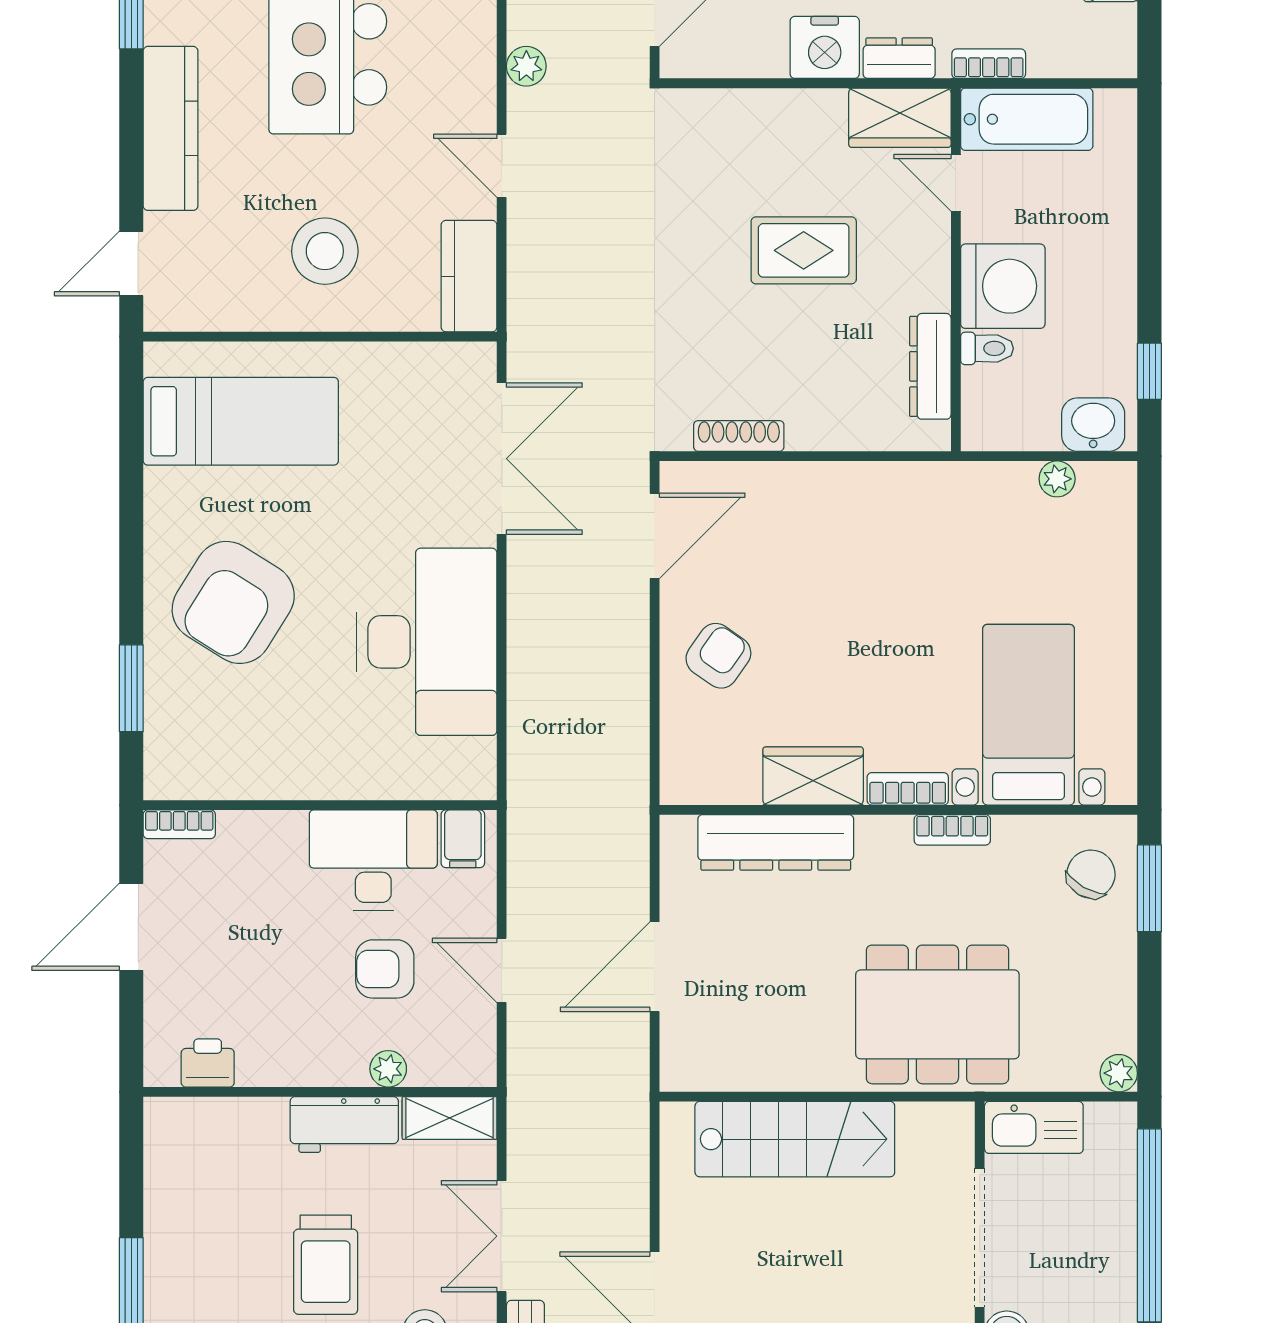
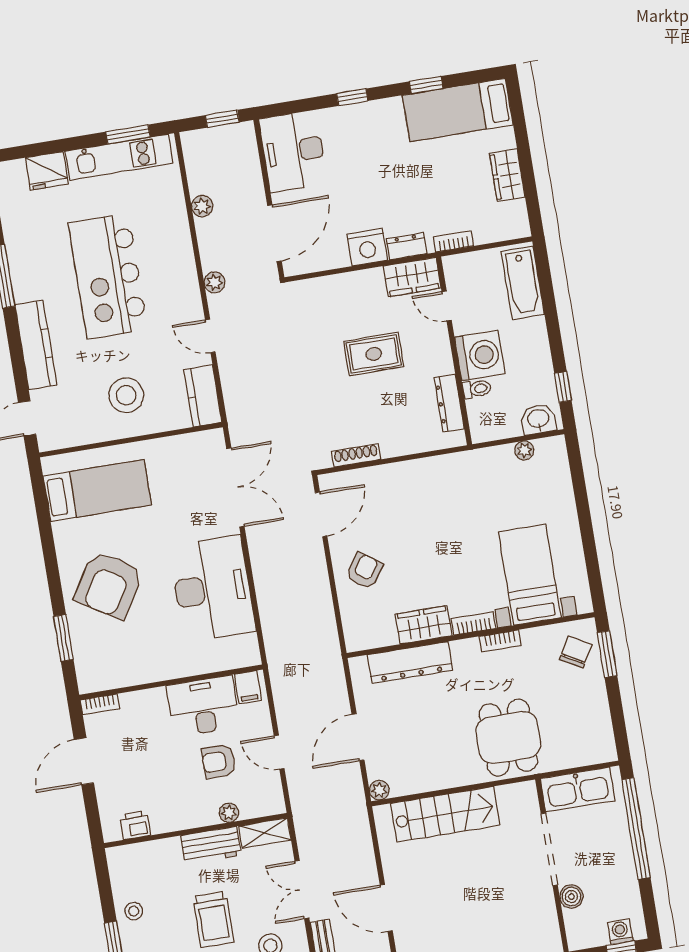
bathtub: (1027, 119) -> (523, 283), moved, turned 90
dining table: (937, 1014) -> (508, 738), width x0.73
plant: (1119, 1073) -> (379, 790), moved
kitchen sink: (1034, 1127) -> (578, 789), width x1.36, depth x1.24
stool: (178, 1224) -> (134, 911), added

